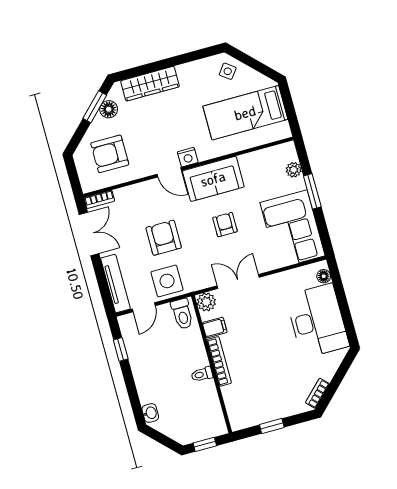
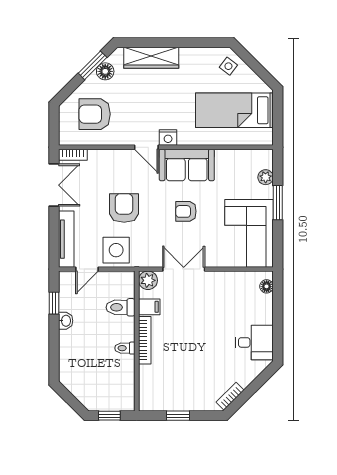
armchair: (225, 225) -> (186, 211), turned -90
toilet: (182, 314) -> (121, 307), moved, turned 90
desk: (317, 321) -> (254, 342), width x0.53, depth x0.77
washbasin: (150, 413) -> (66, 321), moved

